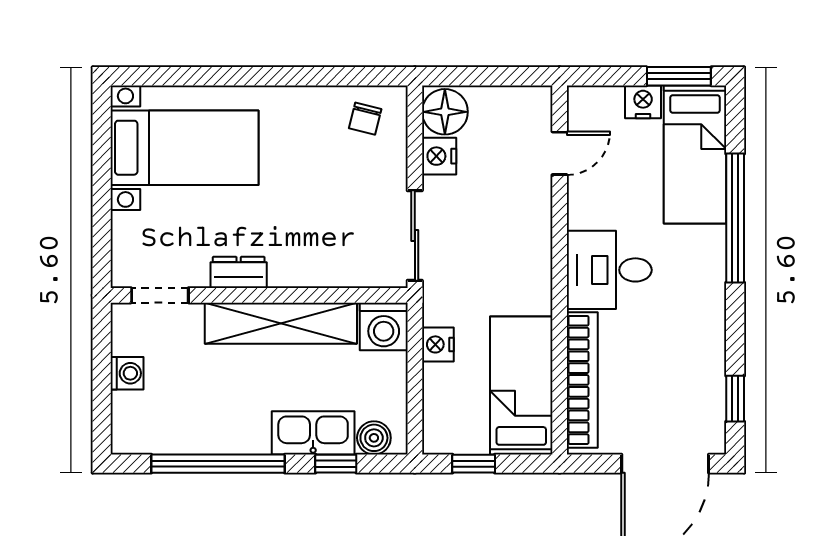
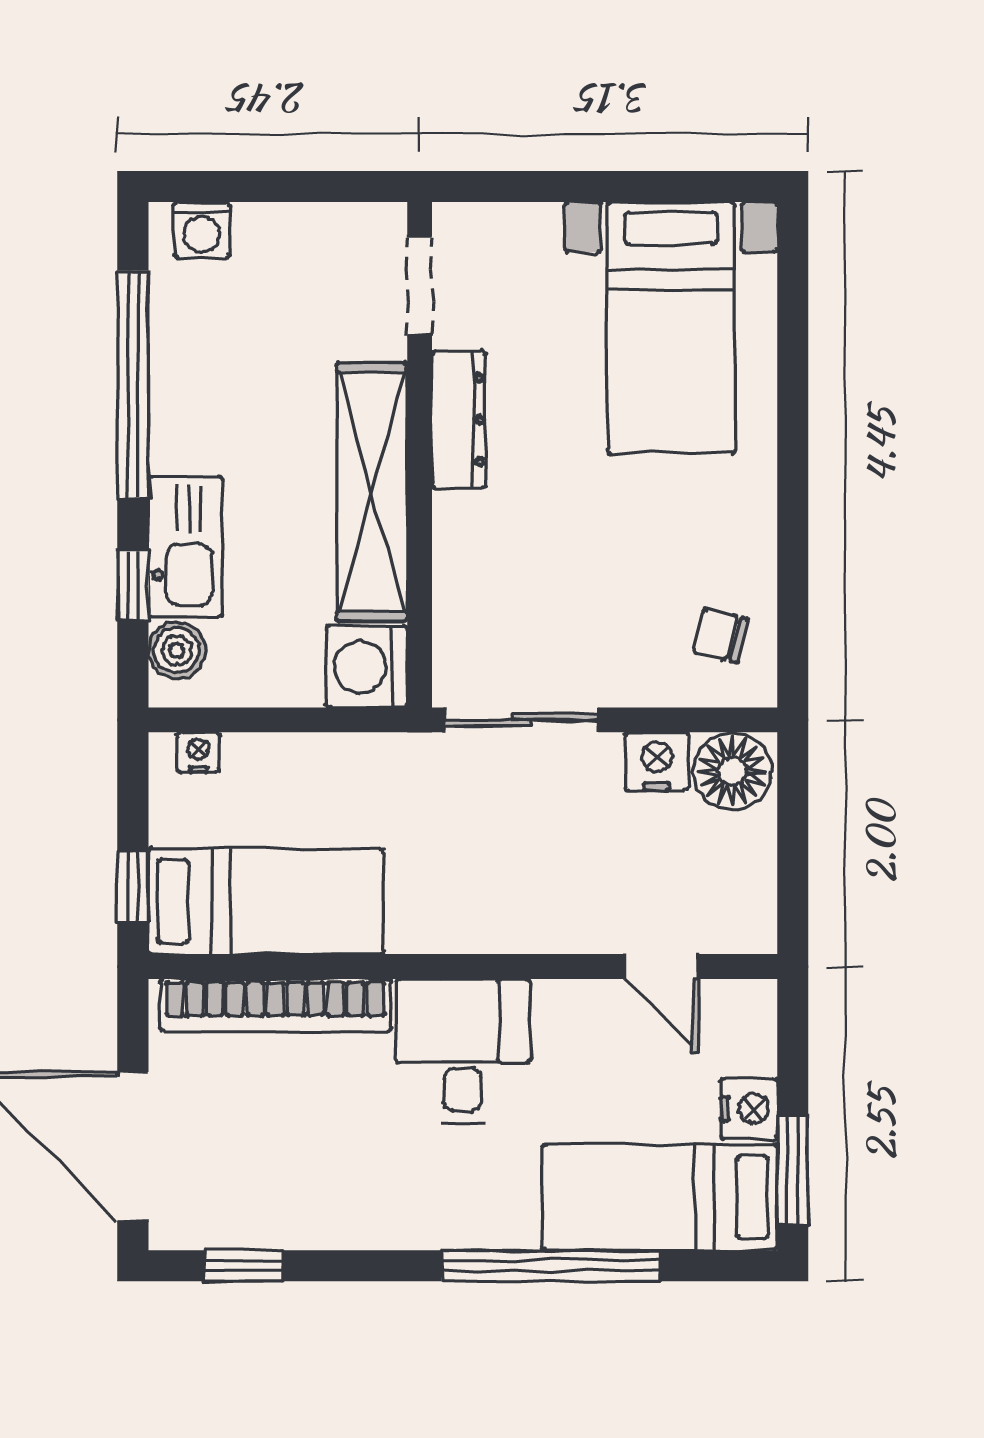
dresser: (239, 272) -> (459, 420), width x1.44
nightstand: (438, 344) -> (198, 752), moved, width x0.72, depth x0.74
washing machine: (127, 373) -> (202, 230), moved
window: (474, 464) -> (133, 887), moved

